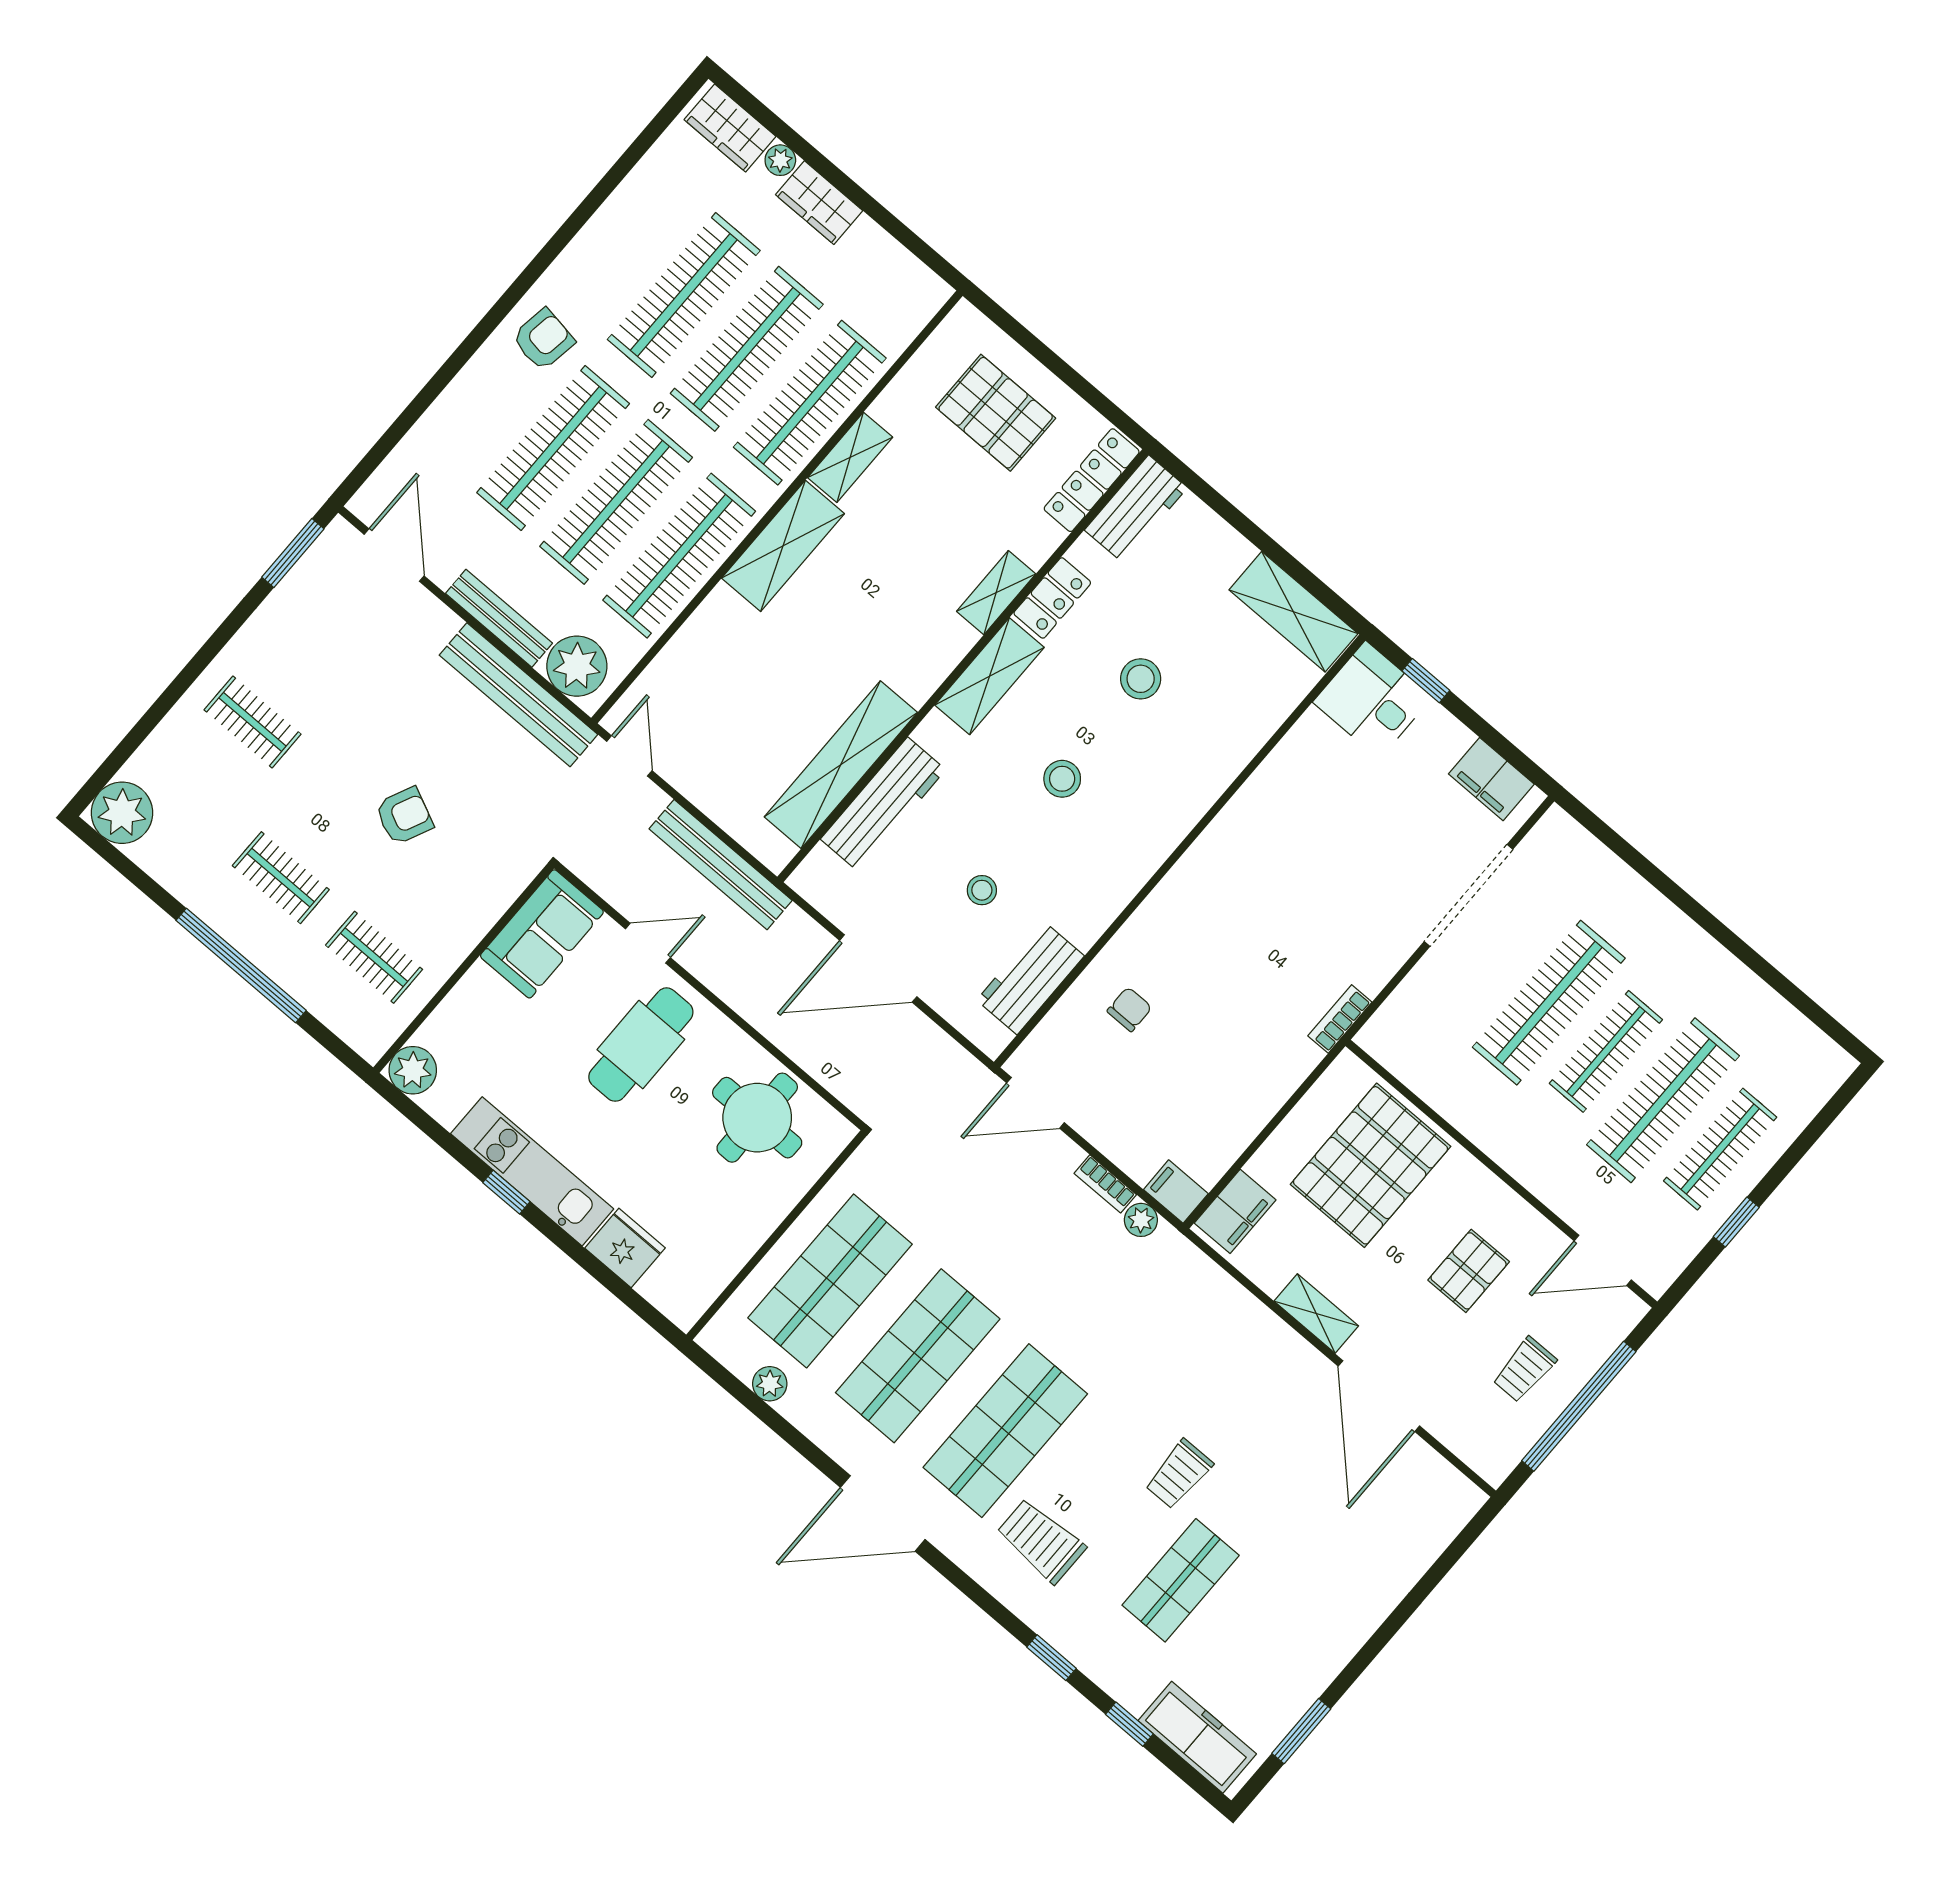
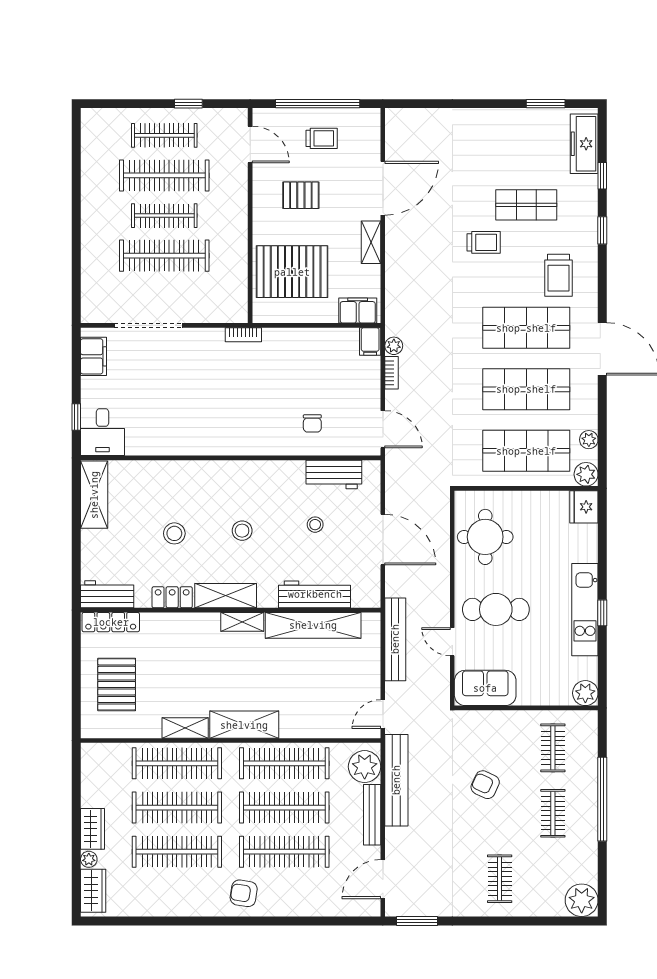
shelving: (996, 593) -> (242, 622), moved
chair: (1129, 1009) -> (312, 423), turned -90
fridge: (625, 1248) -> (584, 507), moved
plant: (724, 1338) -> (586, 474), added

